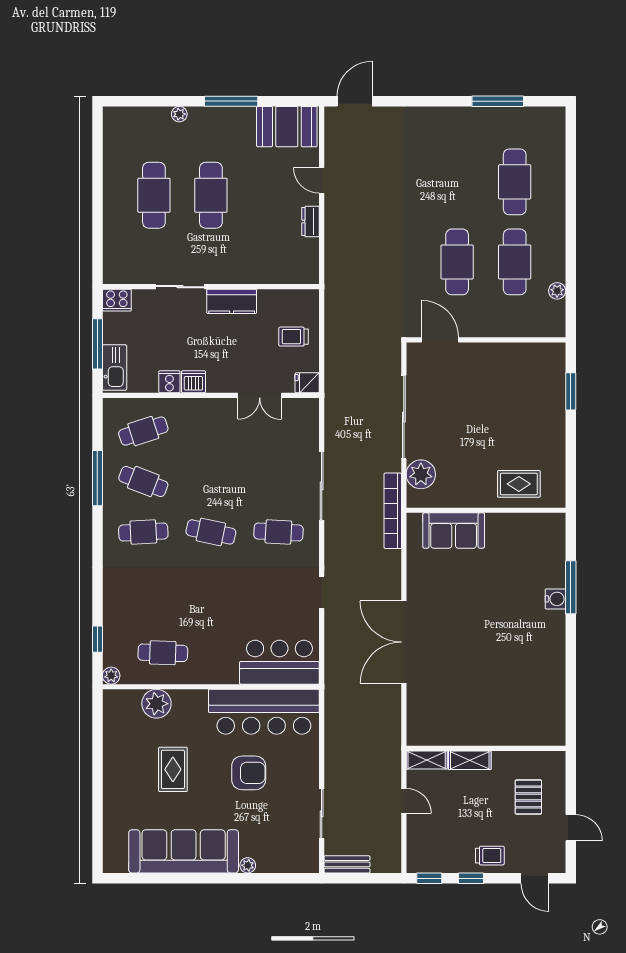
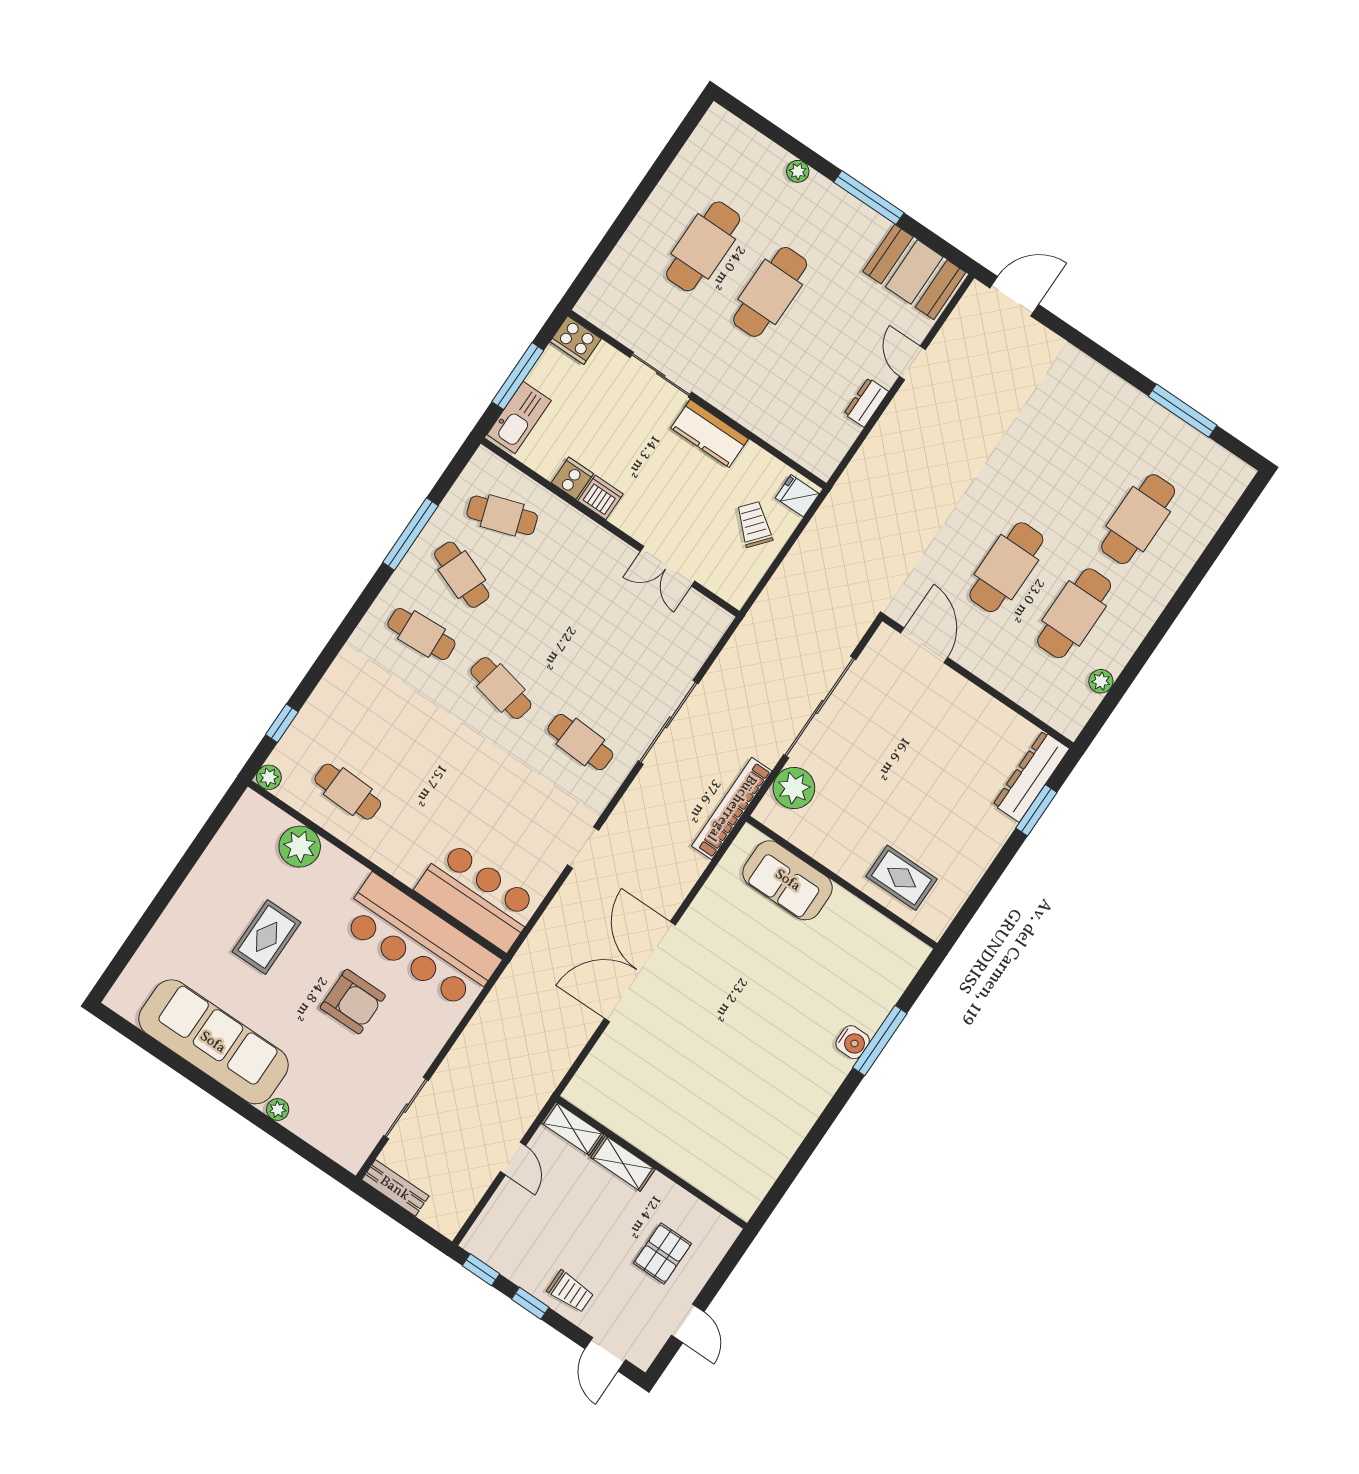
trolley: (294, 337) -> (754, 524), turned 40
dresser: (554, 374) -> (1031, 777), added
fridge: (307, 383) -> (797, 496), moved

